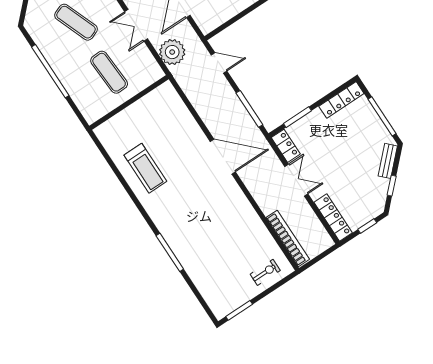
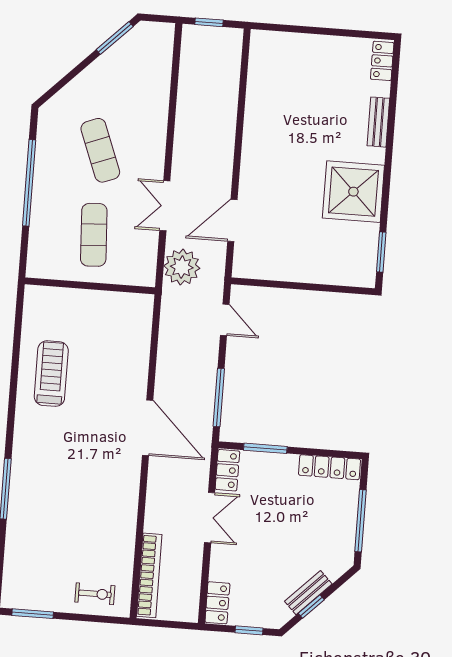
bench: (388, 161) -> (308, 593), moved
treadmill: (145, 168) -> (51, 374), turned 180
locker: (333, 217) -> (217, 603), width x0.66

